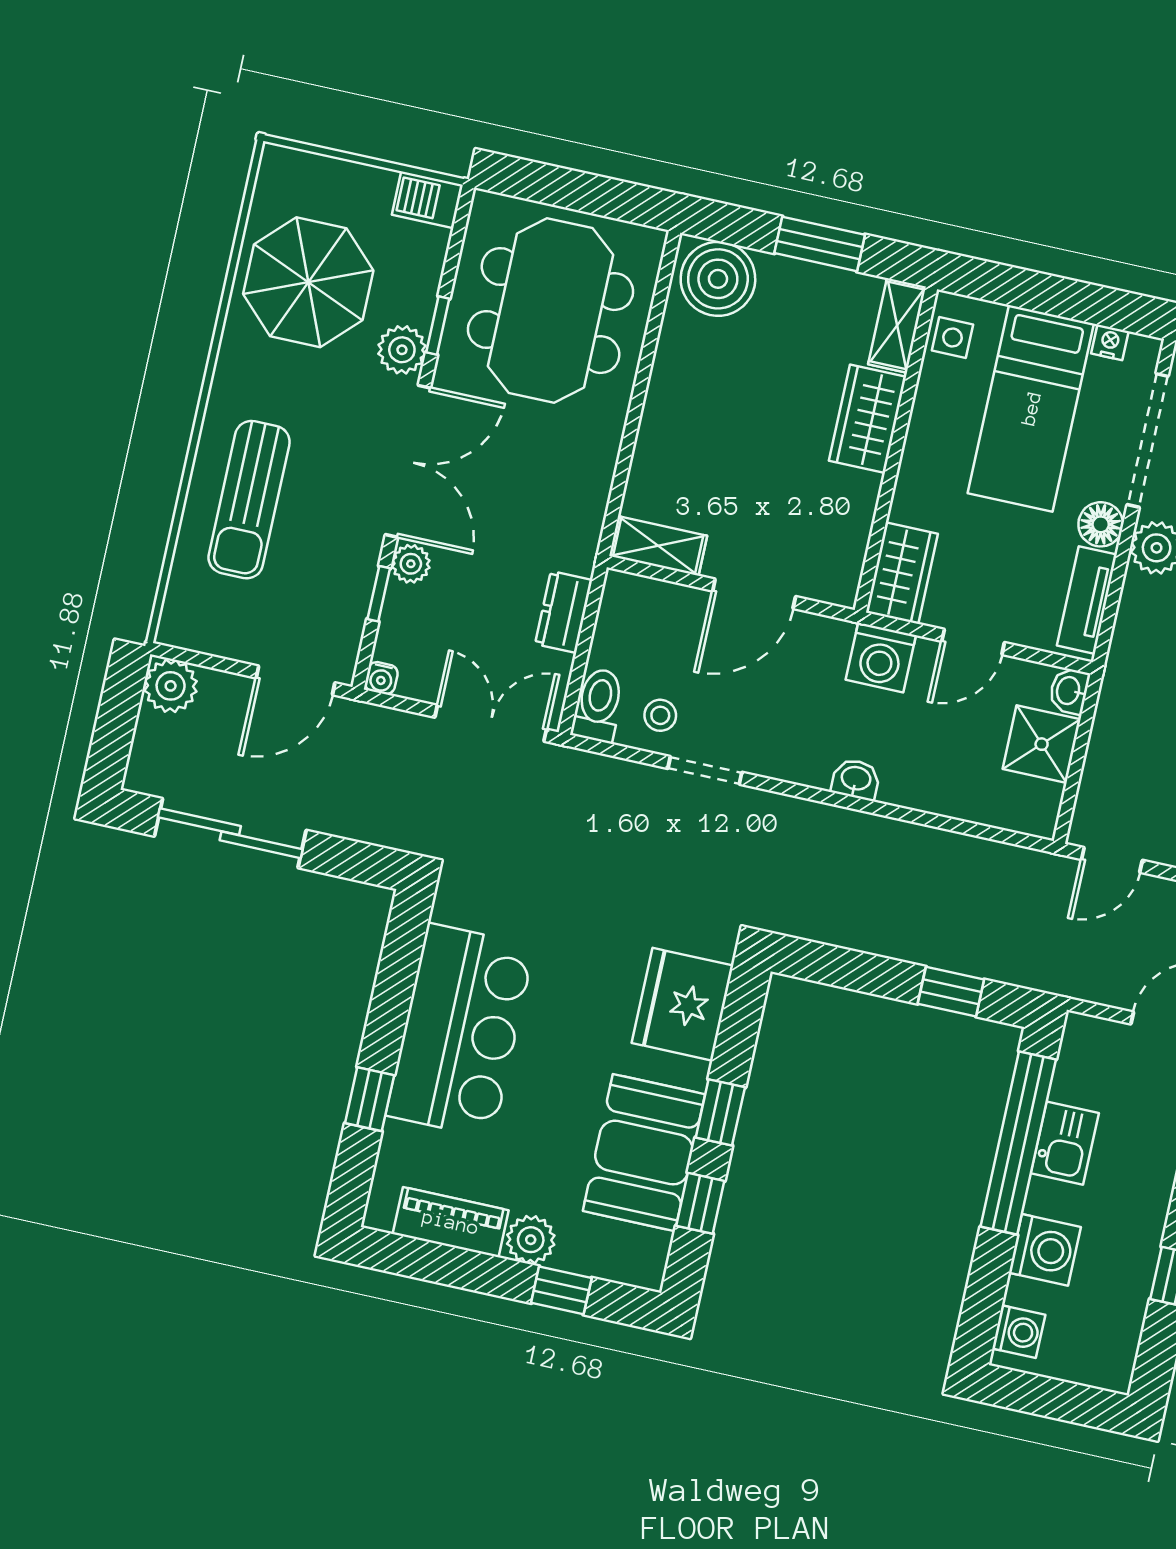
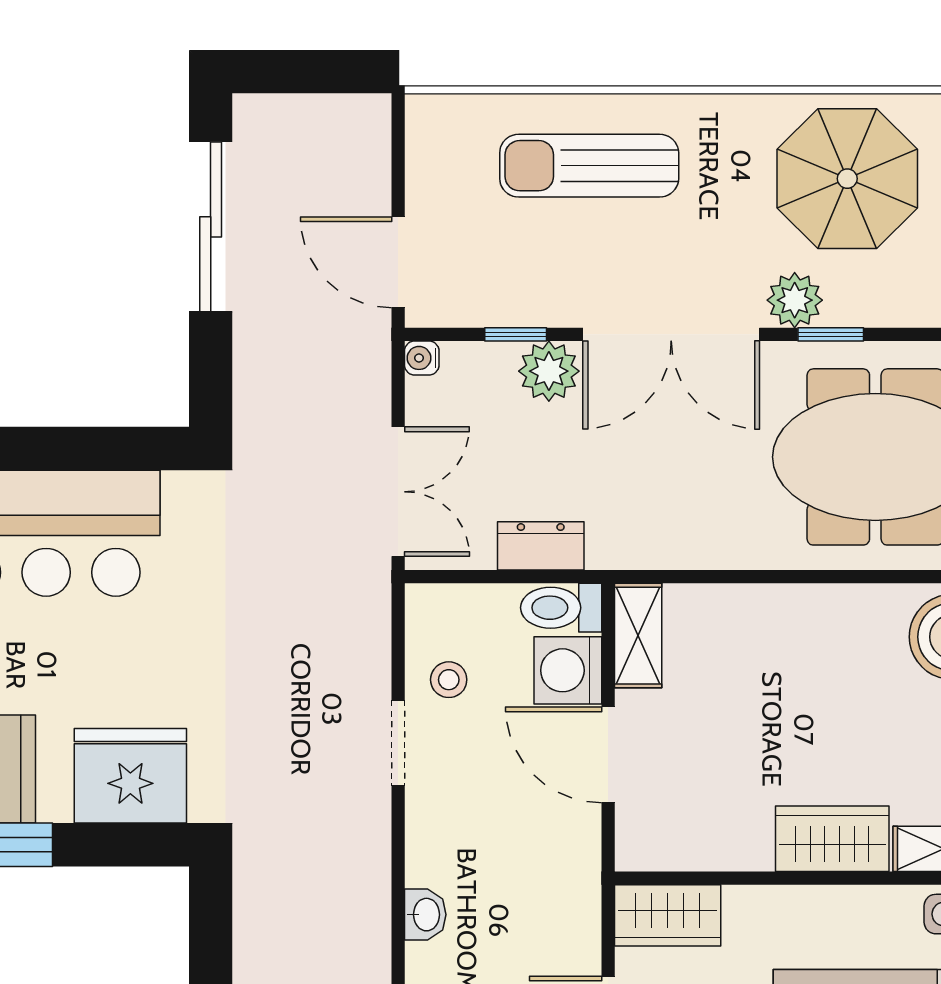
plant: (411, 564) -> (549, 371), width x1.38, depth x1.38
washing machine: (881, 658) -> (568, 670), moved
plant: (171, 686) -> (361, 124), removed
toilet: (598, 705) -> (561, 608), moved, turned 180

